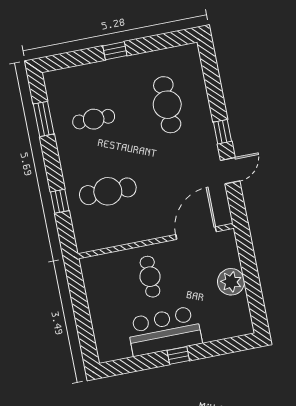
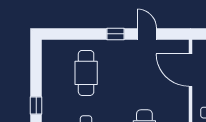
cafe table: (167, 105) -> (86, 73), turned 90

